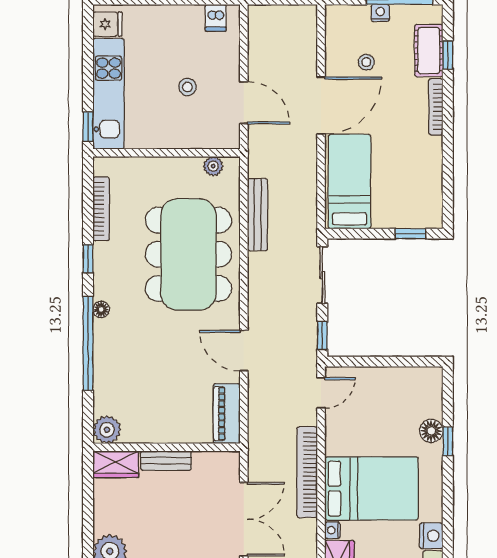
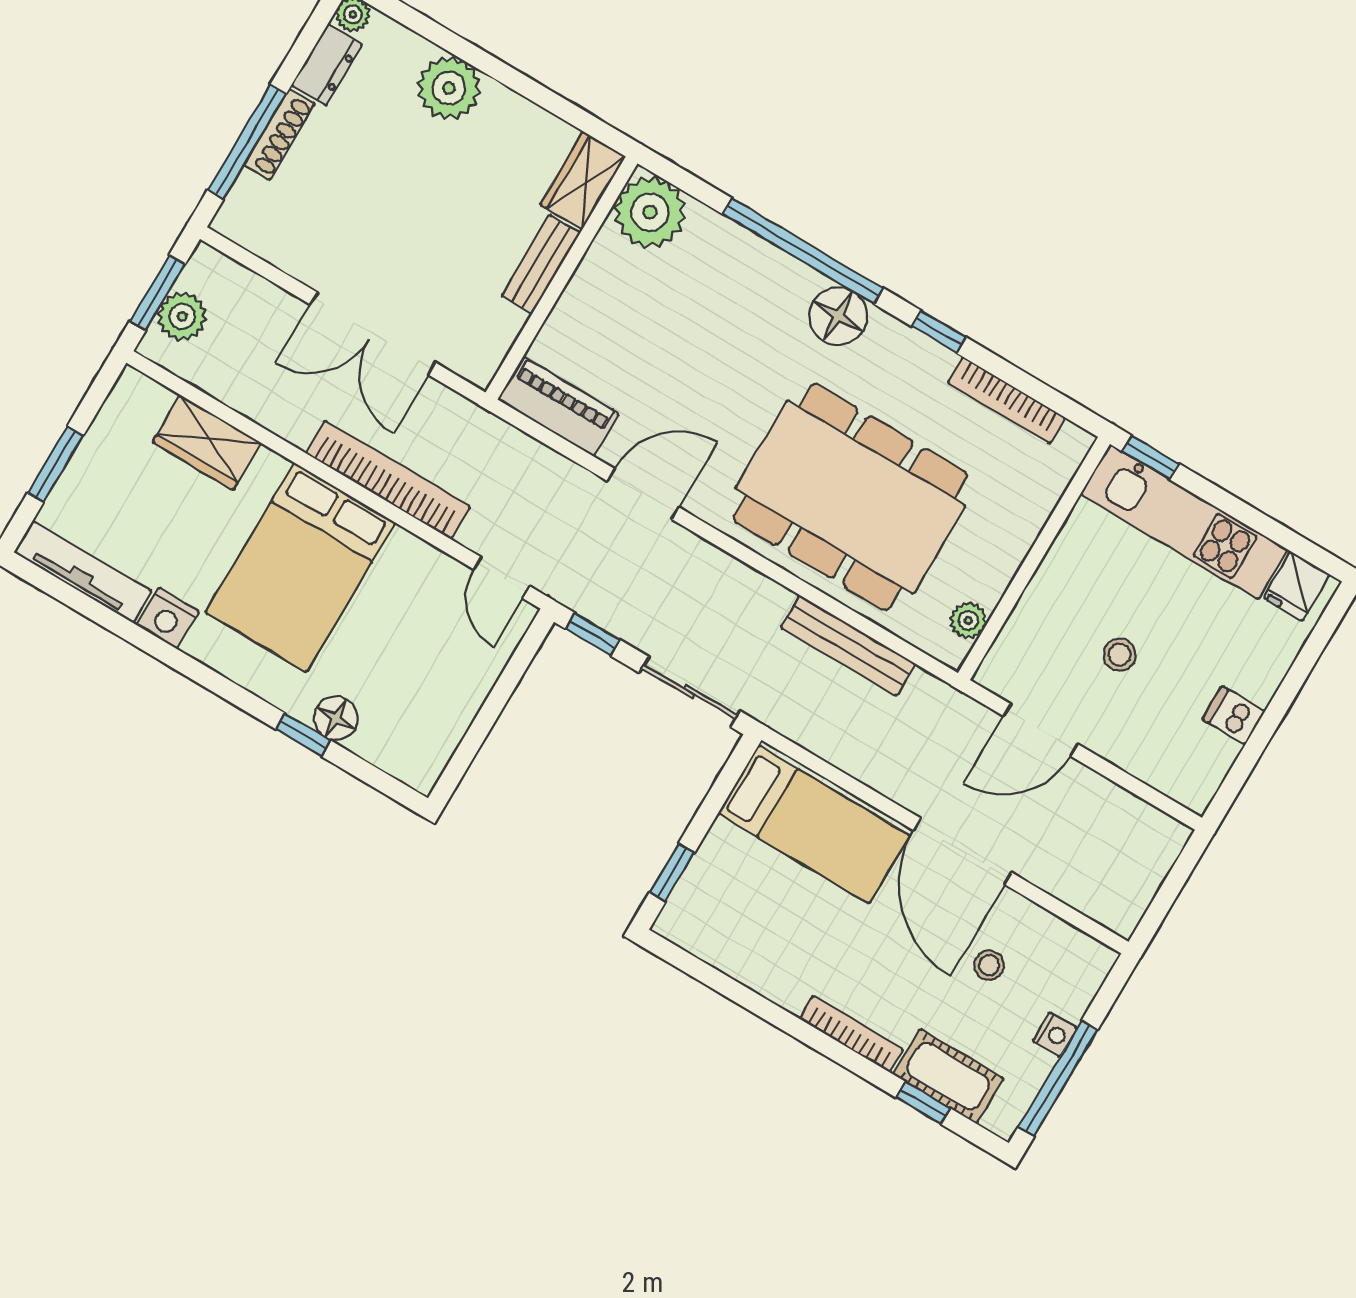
dishwasher: (216, 18) -> (1234, 715), moved
floor lamp: (101, 309) -> (838, 316), width x1.89, depth x1.89
plant: (107, 430) -> (650, 212), width x1.36, depth x1.36
nightstand: (332, 530) -> (271, 465), removed

